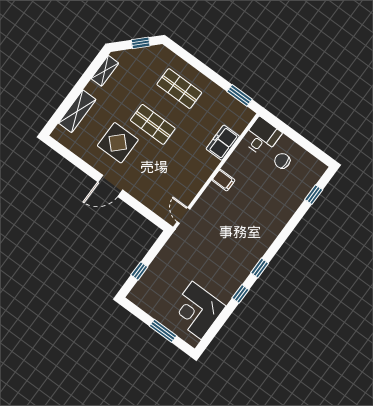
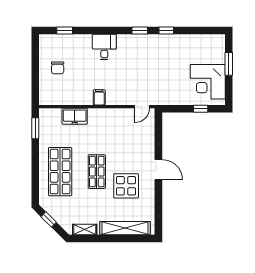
shop shelf: (179, 89) -> (60, 172), width x1.43, depth x1.36
shelving: (77, 111) -> (125, 228), width x1.47
desk: (262, 137) -> (104, 47), moved, turned 90
corner desk: (197, 310) -> (208, 82), moved, turned 90

